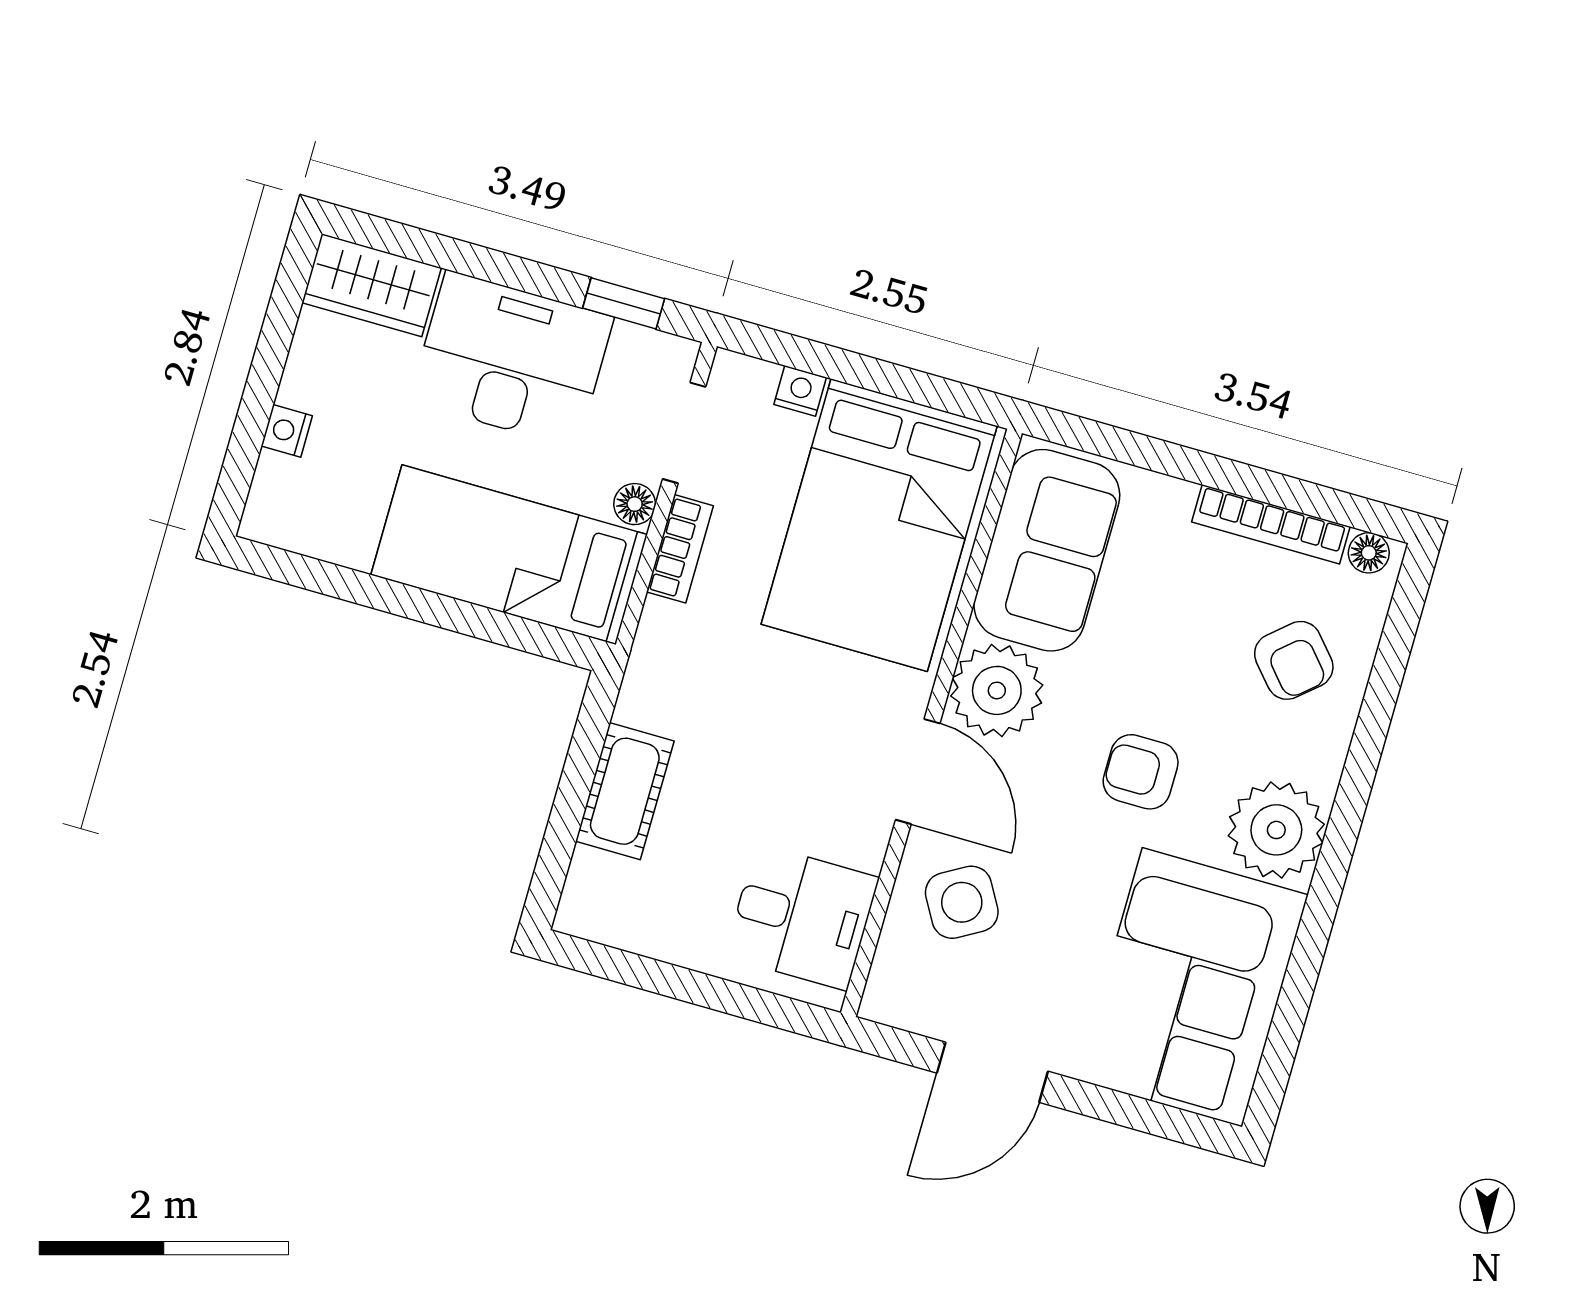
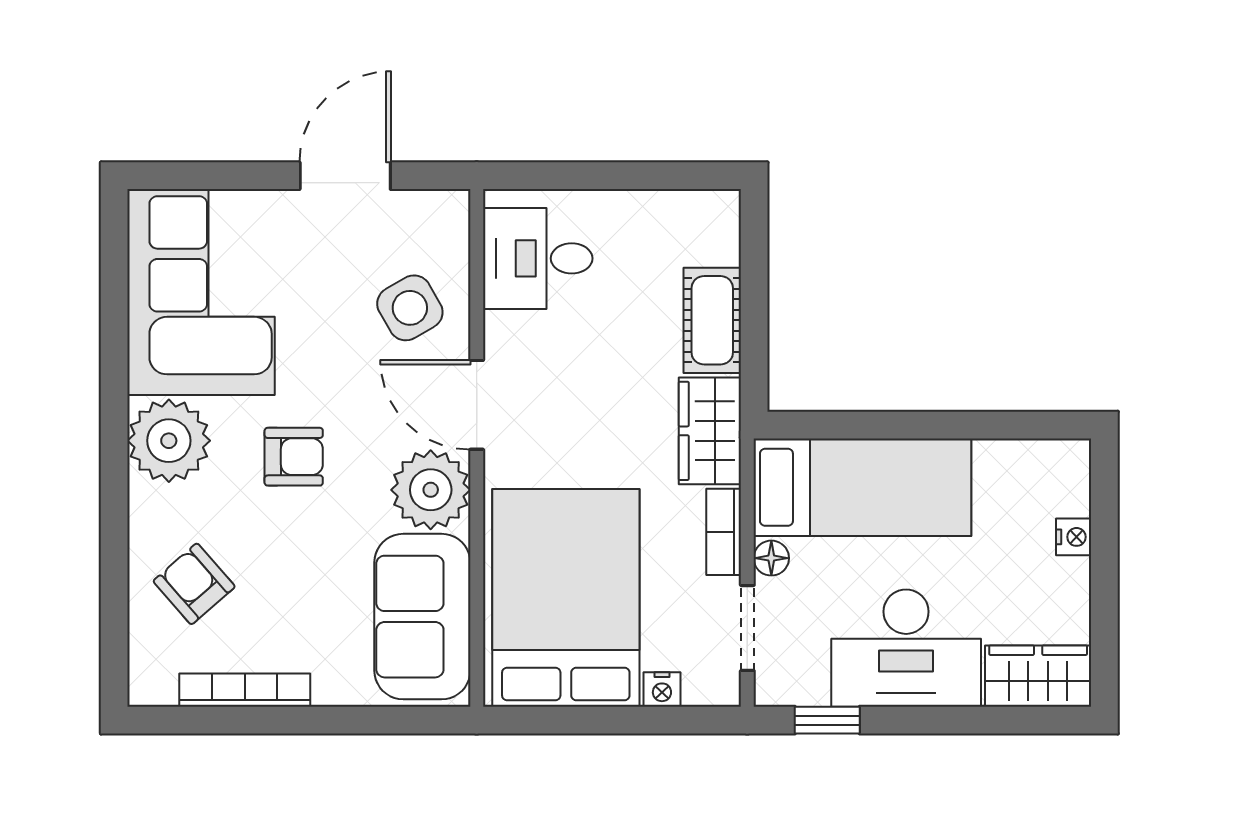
floor lamp: (1369, 553) -> (158, 690), removed
wardrobe: (663, 667) -> (710, 431), added

